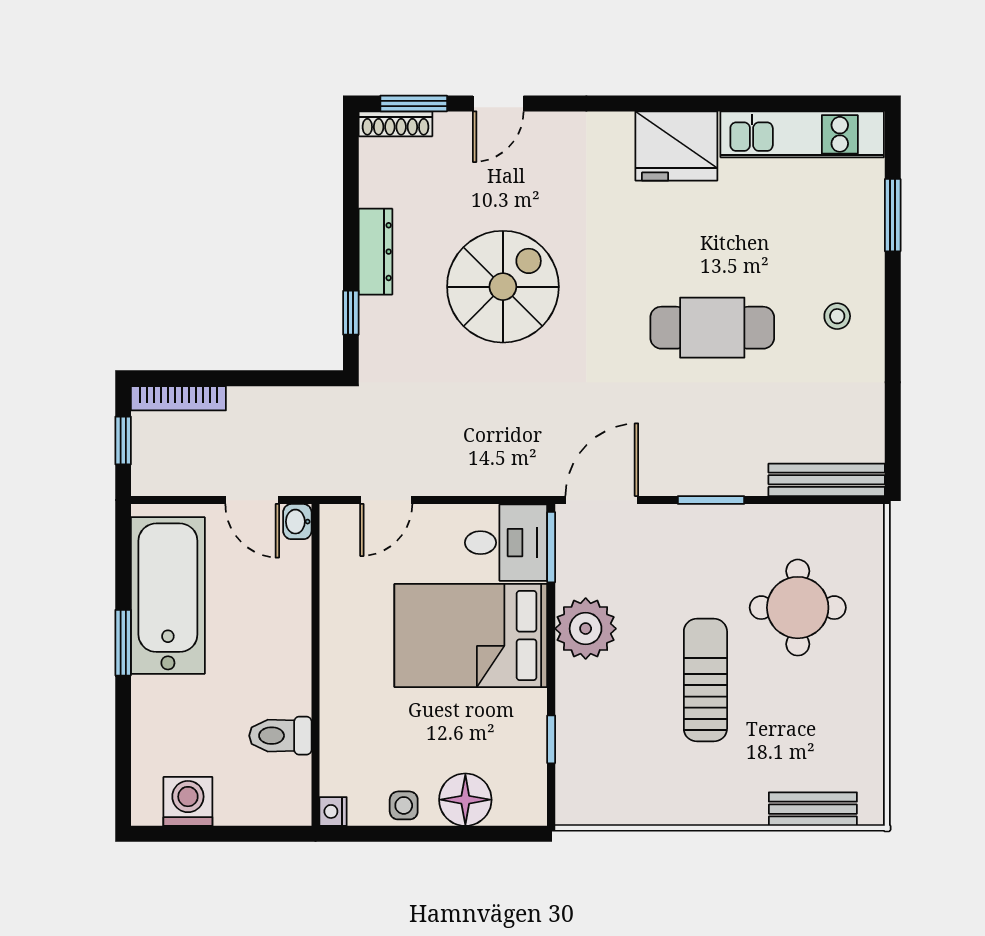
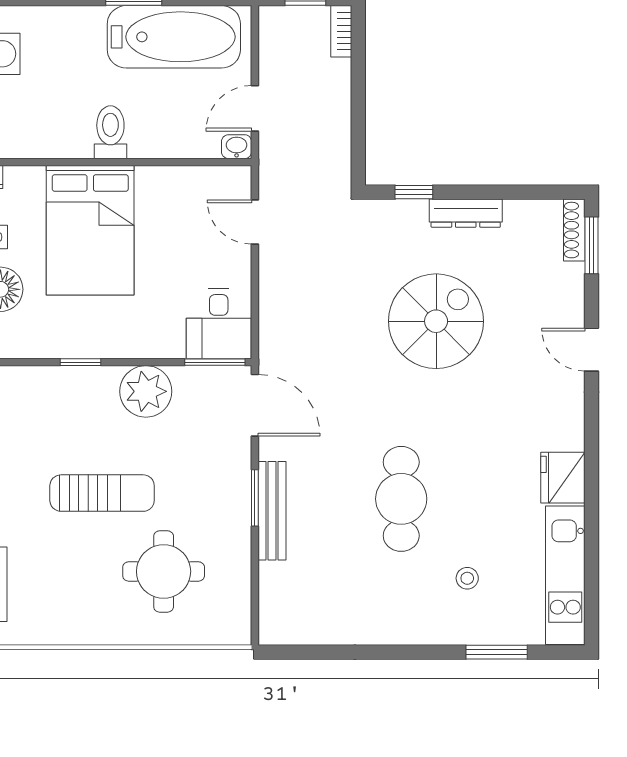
door: (498, 103) -> (592, 350), moved
fridge: (676, 146) -> (563, 478), width x0.73, depth x0.75
spiral stairs: (503, 287) -> (436, 321), turned -90
stool: (837, 316) -> (467, 578), moved
bookcase: (178, 398) -> (341, 31), width x0.64
bench: (827, 480) -> (272, 511), moved
bed: (471, 635) -> (90, 230), moved, turned 180
toilet: (280, 736) -> (110, 132), moved
window: (551, 739) -> (80, 362), moved

